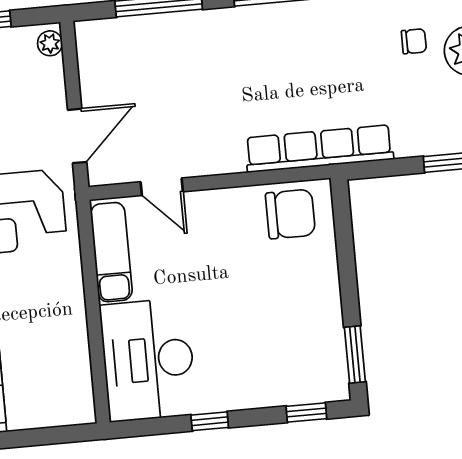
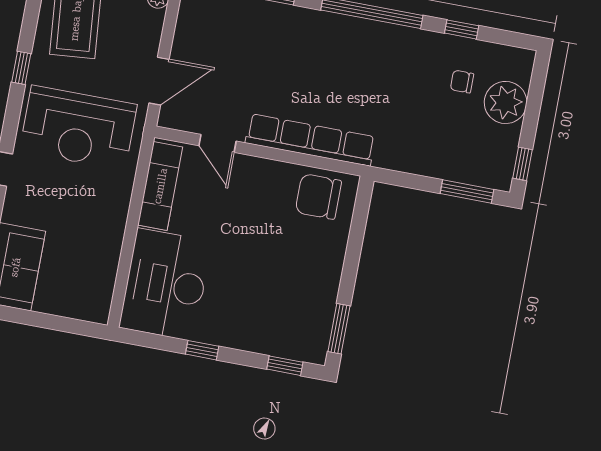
chair: (414, 41) -> (462, 82), turned 180
row of seats: (319, 149) -> (310, 140), moved
chair: (290, 214) -> (318, 196), turned 180

